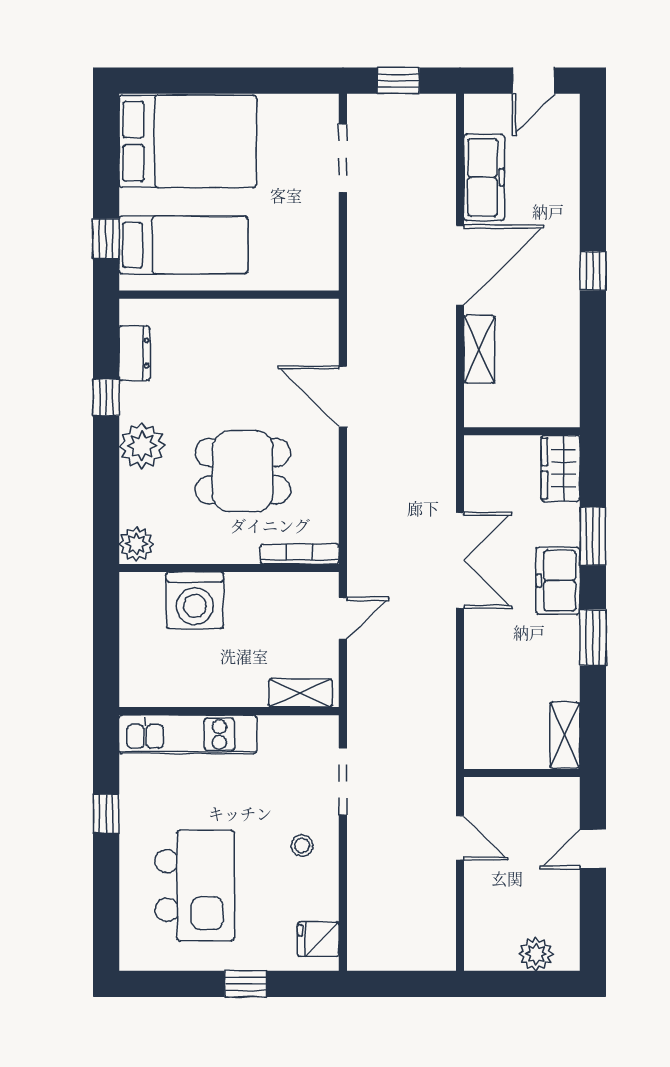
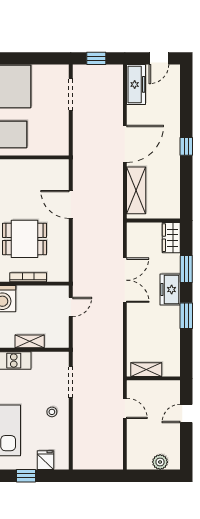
freezer: (484, 177) -> (136, 84), moved
shelving: (479, 349) -> (136, 190), width x1.50, depth x1.33
bookcase: (300, 554) -> (28, 277), moved
shelving: (300, 693) -> (30, 341), moved
shelving: (565, 735) -> (146, 370), moved, turned 90
fridge: (318, 939) -> (45, 460), moved, turned 90

